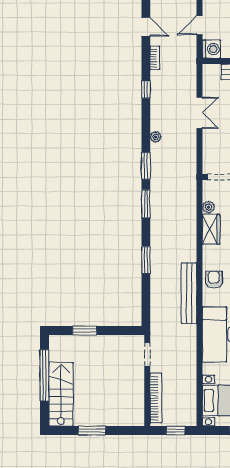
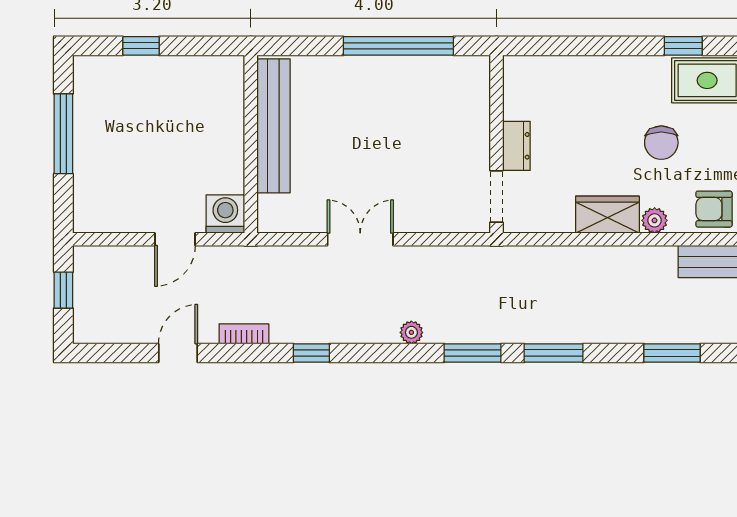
door: (199, 25) -> (175, 239), hinge flipped
plant: (208, 207) -> (655, 220), moved

